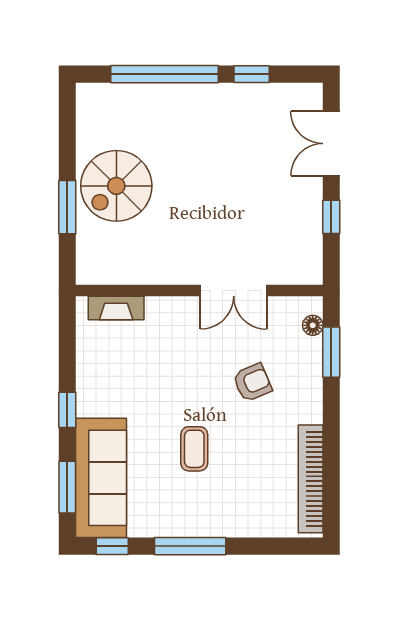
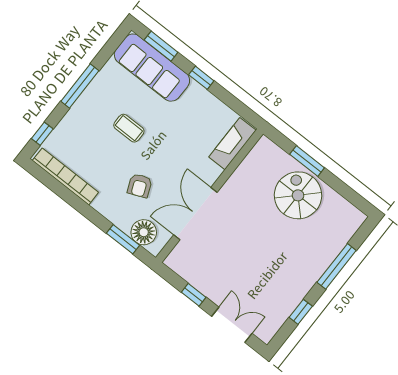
window: (164, 74) -> (337, 266), width x0.68
double door: (234, 290) -> (195, 214), width x1.37
fireplace: (116, 308) -> (232, 144), width x1.37, depth x1.32
floor lamp: (313, 325) -> (144, 232), width x1.89, depth x1.89
window: (112, 546) -> (42, 134), moved

